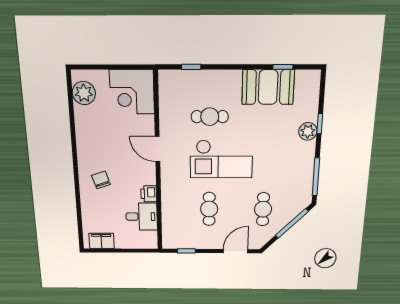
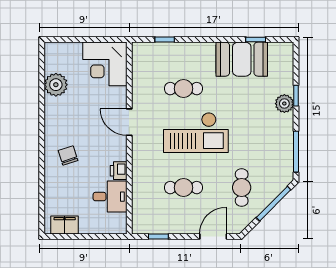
plant: (84, 93) -> (56, 85), moved
cafe table: (209, 209) -> (183, 188), turned 90

